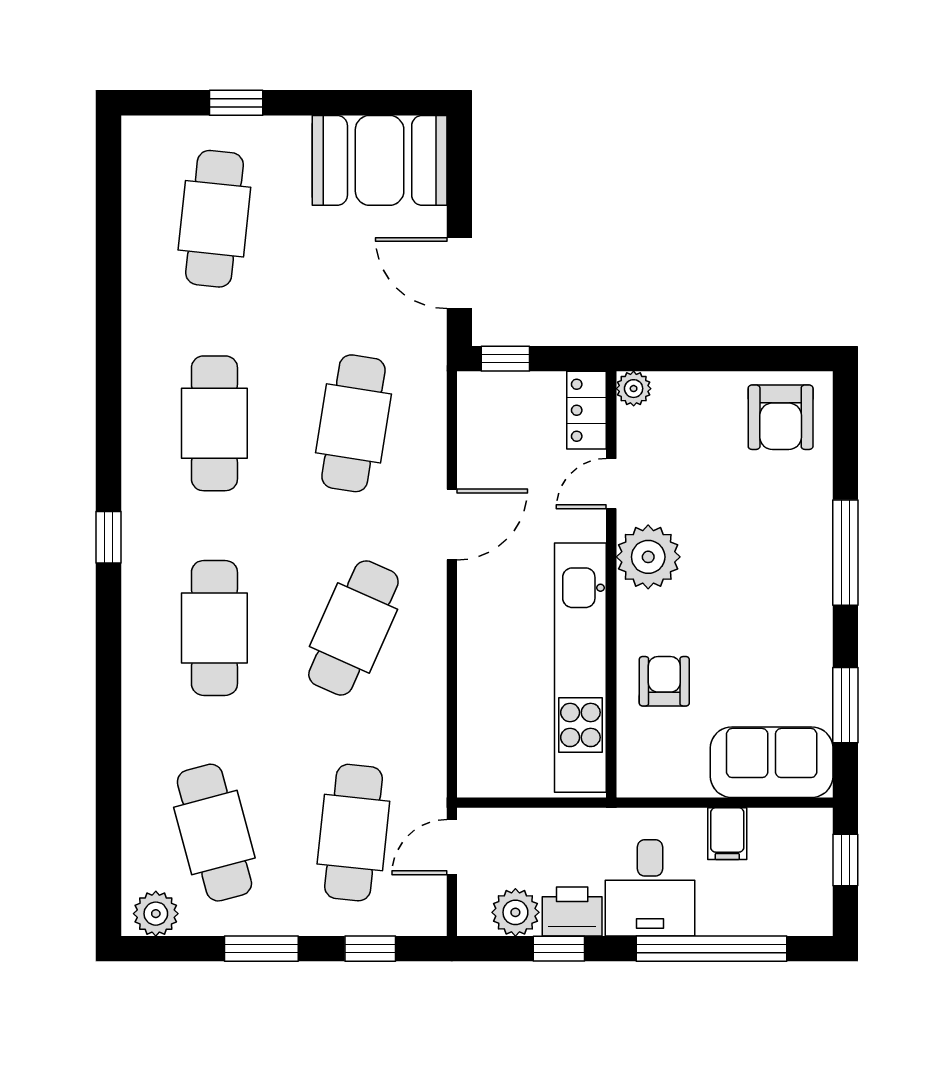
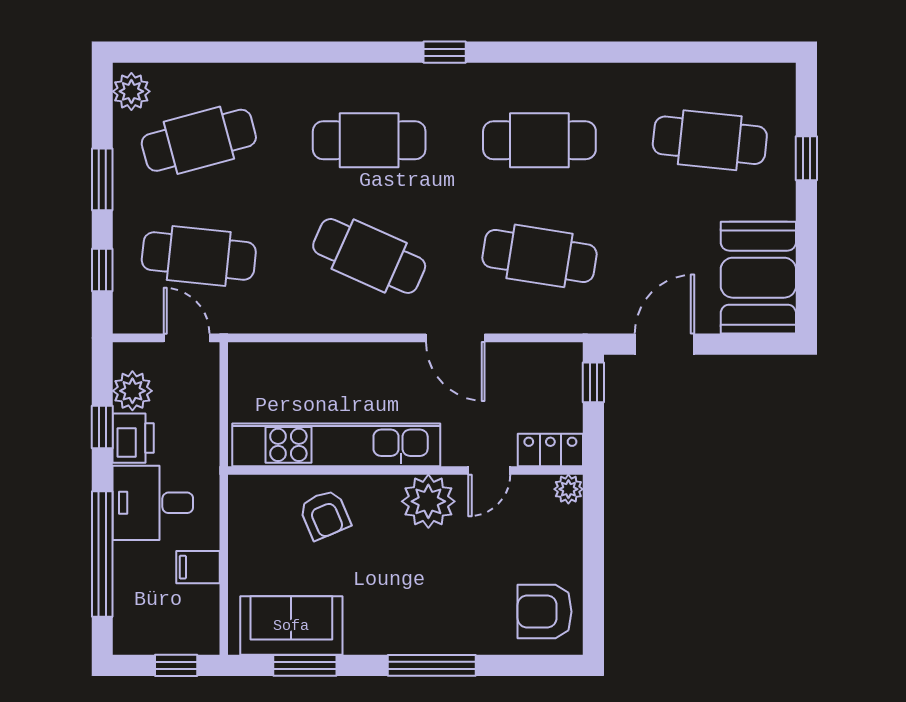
door: (611, 484) -> (489, 471), swing flipped
armchair: (664, 681) -> (325, 515), turned 67
sofa: (772, 762) -> (291, 626), moved, turned -90

